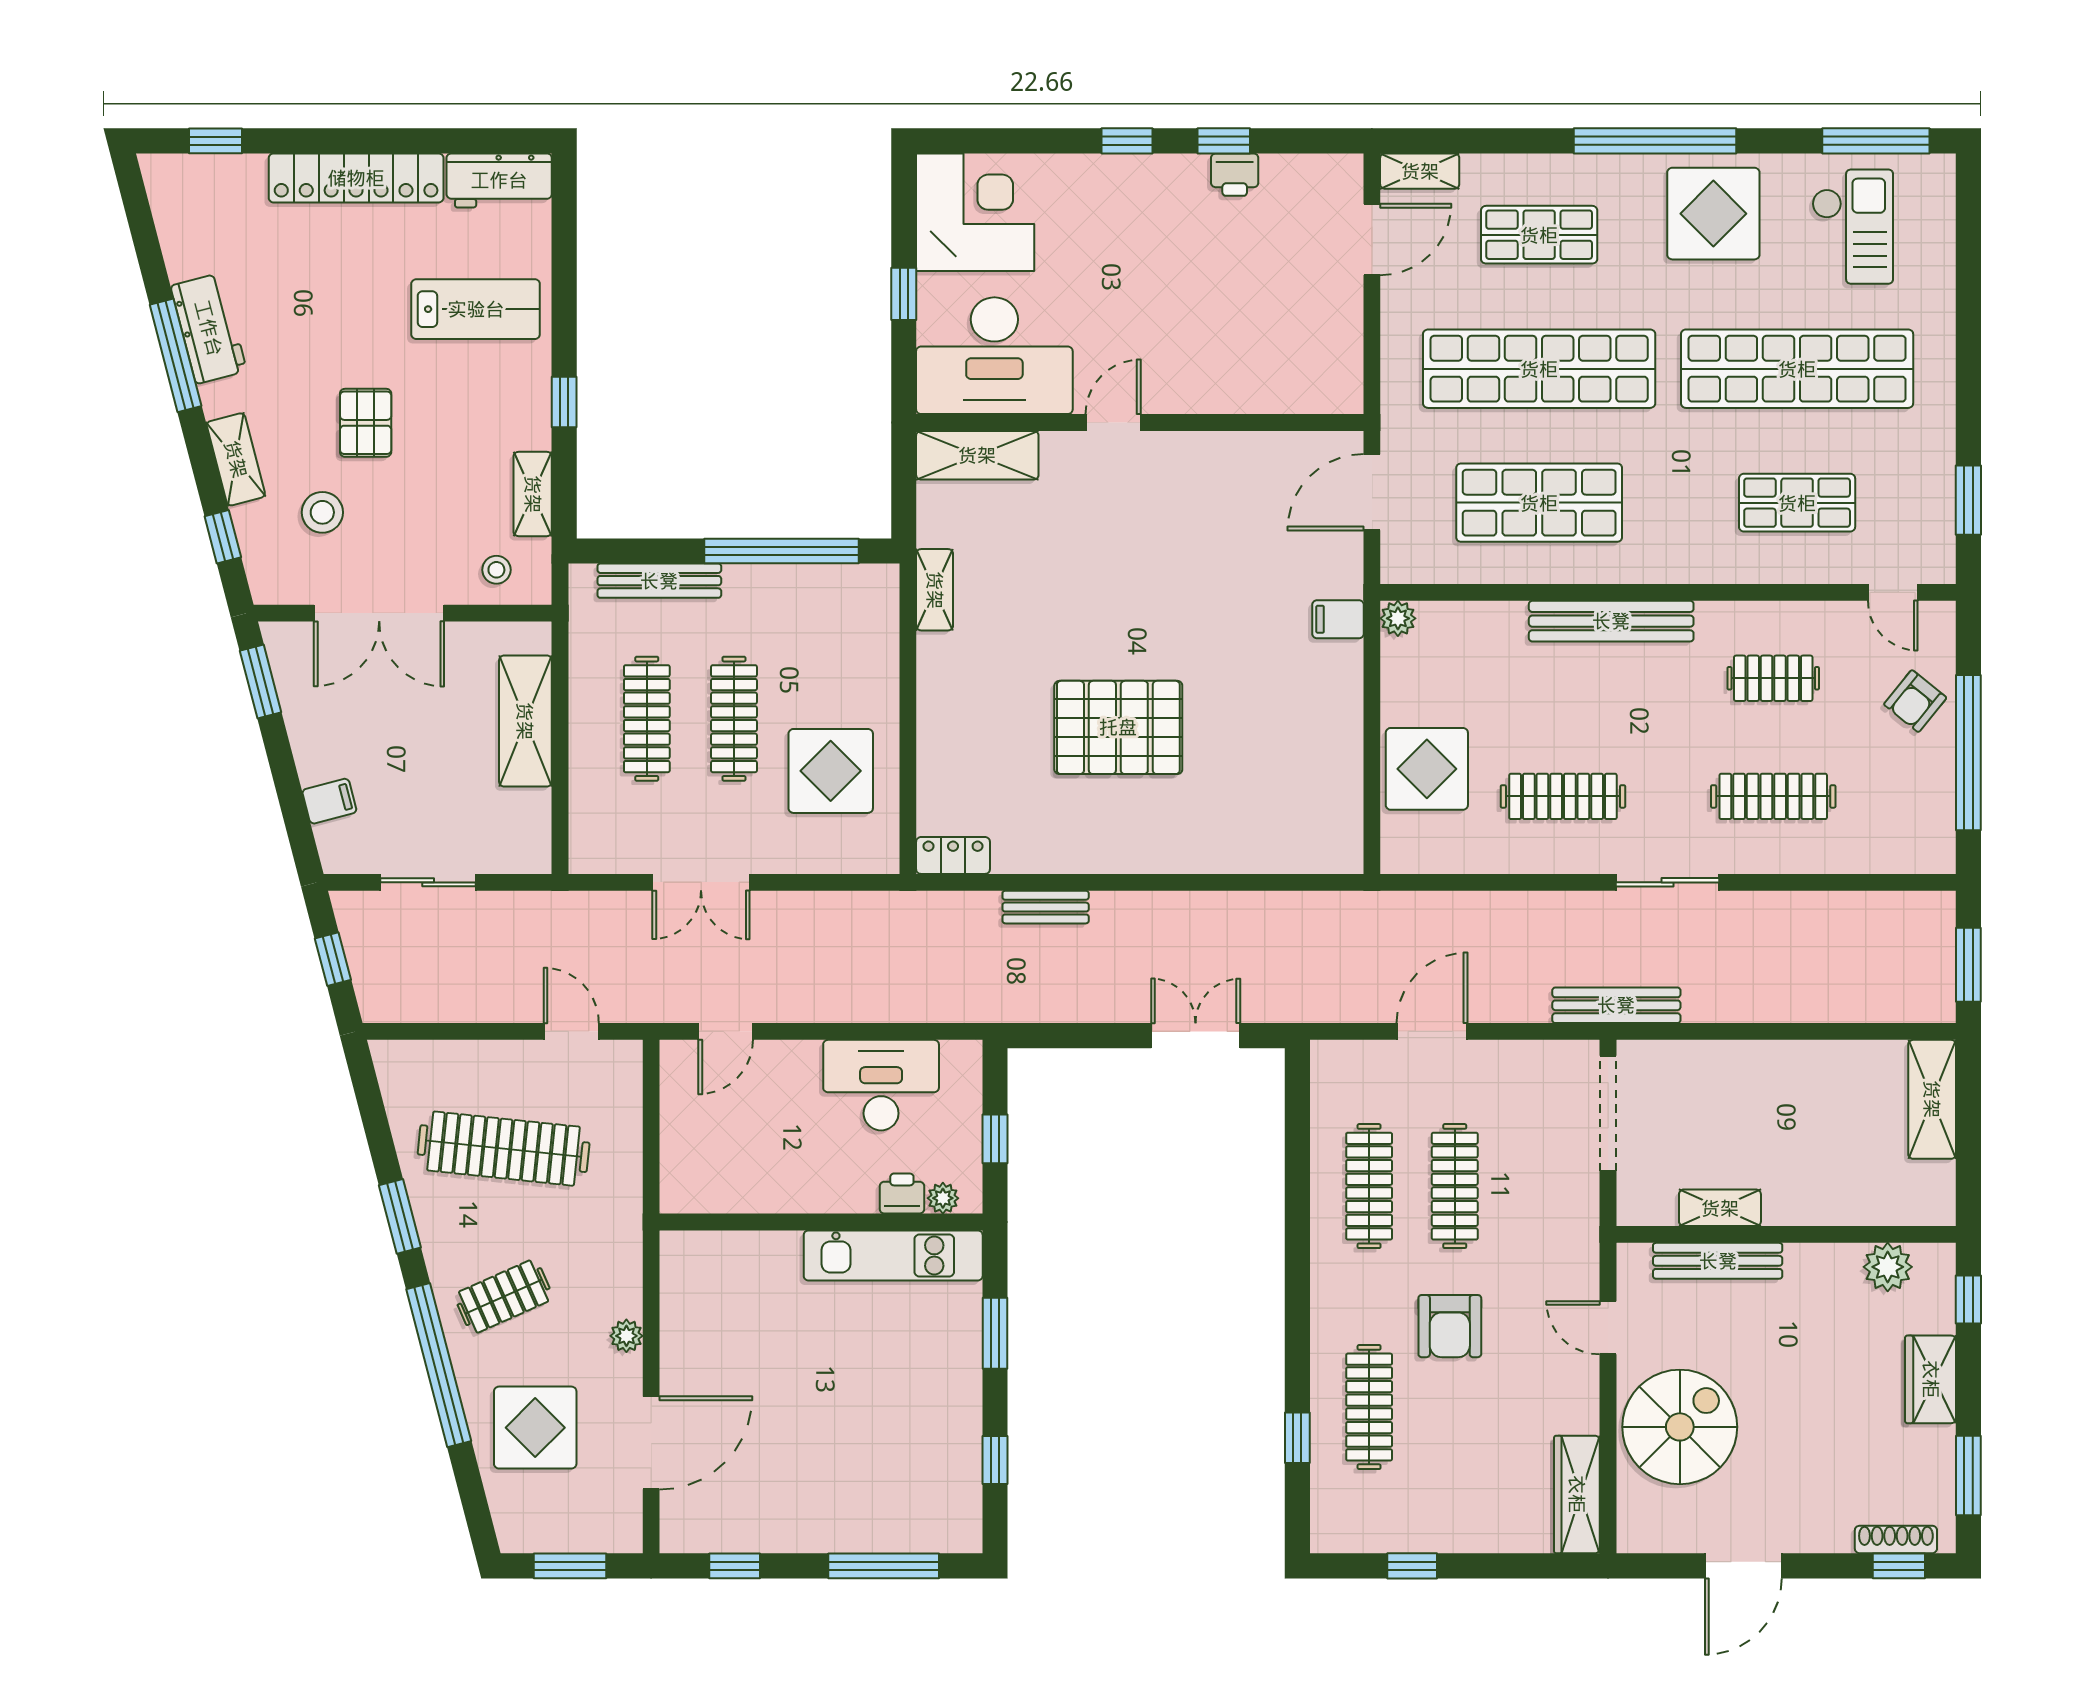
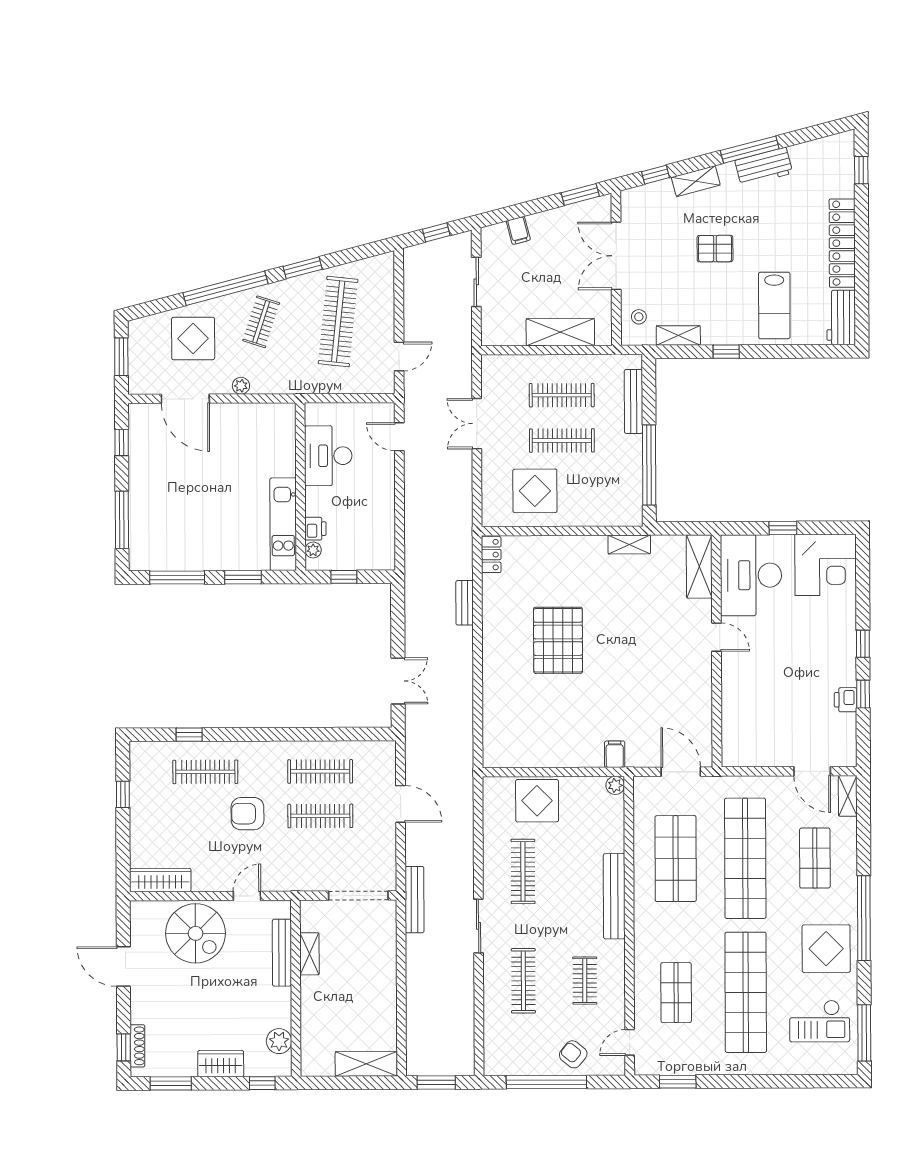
stool: (322, 512) -> (668, 226), removed
desk: (881, 1085) -> (328, 456), moved, turned 180
clothes rail: (504, 1297) -> (261, 322), turned 42
window: (995, 1460) -> (177, 577), width x2.17

